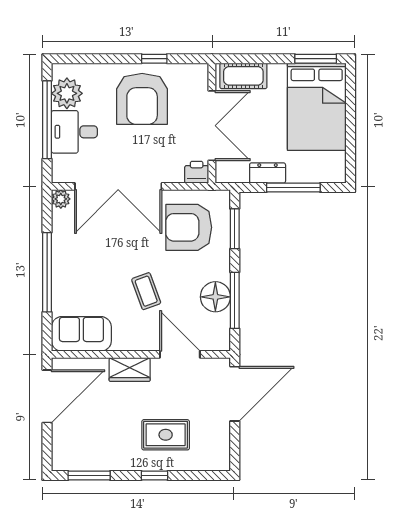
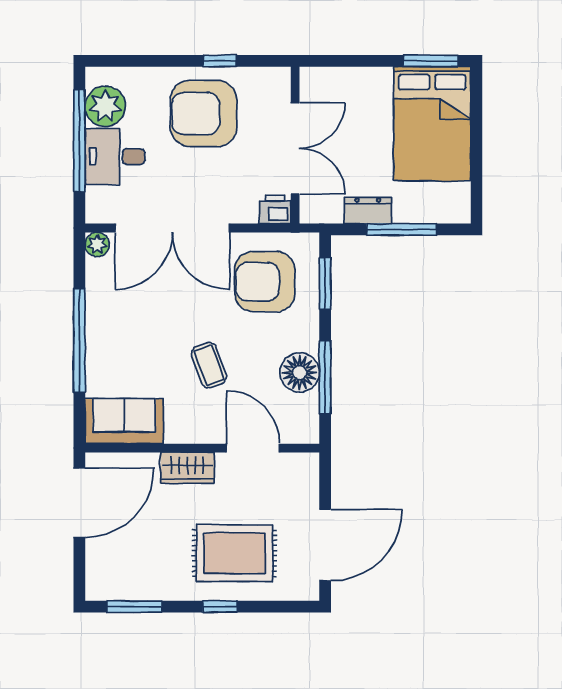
cot: (243, 76) -> (336, 83), removed
armchair: (142, 99) -> (204, 114), turned 90
door: (235, 394) -> (325, 545), moved
rug: (166, 435) -> (234, 553), width x1.36, depth x1.43

